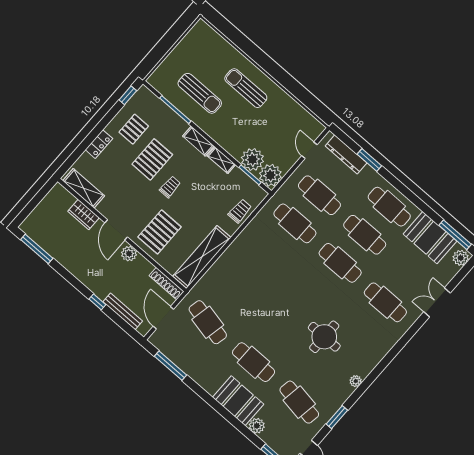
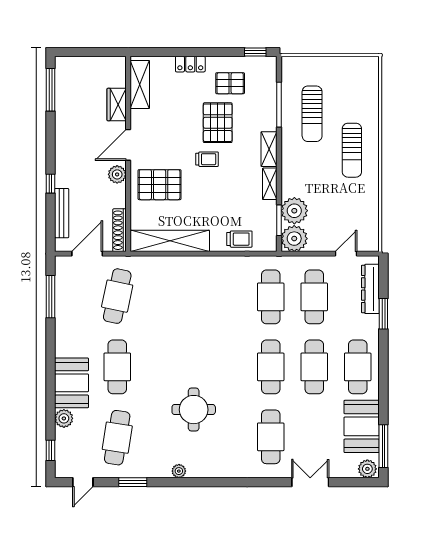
sun lounger: (246, 88) -> (352, 150), turned 180
pallet: (152, 159) -> (218, 123), turned 90

